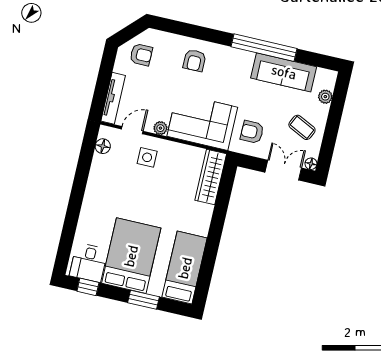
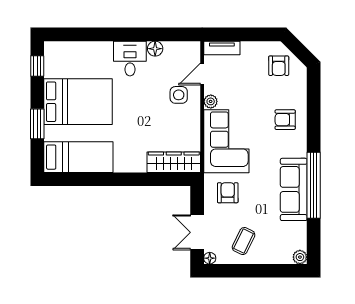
sofa: (284, 72) -> (294, 189), moved
plant: (325, 97) -> (300, 257), moved
tv unit: (113, 98) -> (222, 48), width x0.71
door: (132, 130) -> (202, 74), swing flipped
floor lamp: (103, 146) -> (155, 49), moved
double door: (283, 170) -> (197, 232), swing flipped
desk: (89, 263) -> (130, 59), moved, turned 90

